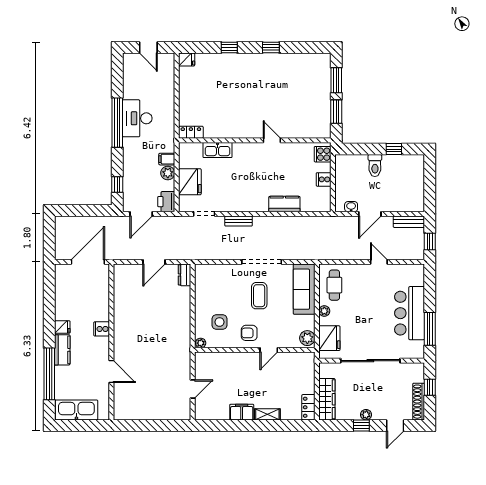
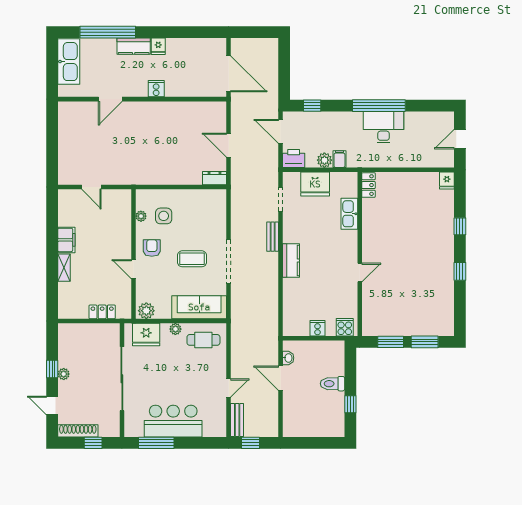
kitchen counter: (284, 204) -> (291, 260), moved
bench: (409, 222) -> (237, 420), moved
plant: (201, 343) -> (141, 216), moved
wardrobe: (327, 399) -> (80, 332), removed
locker: (308, 407) -> (102, 312), moved

